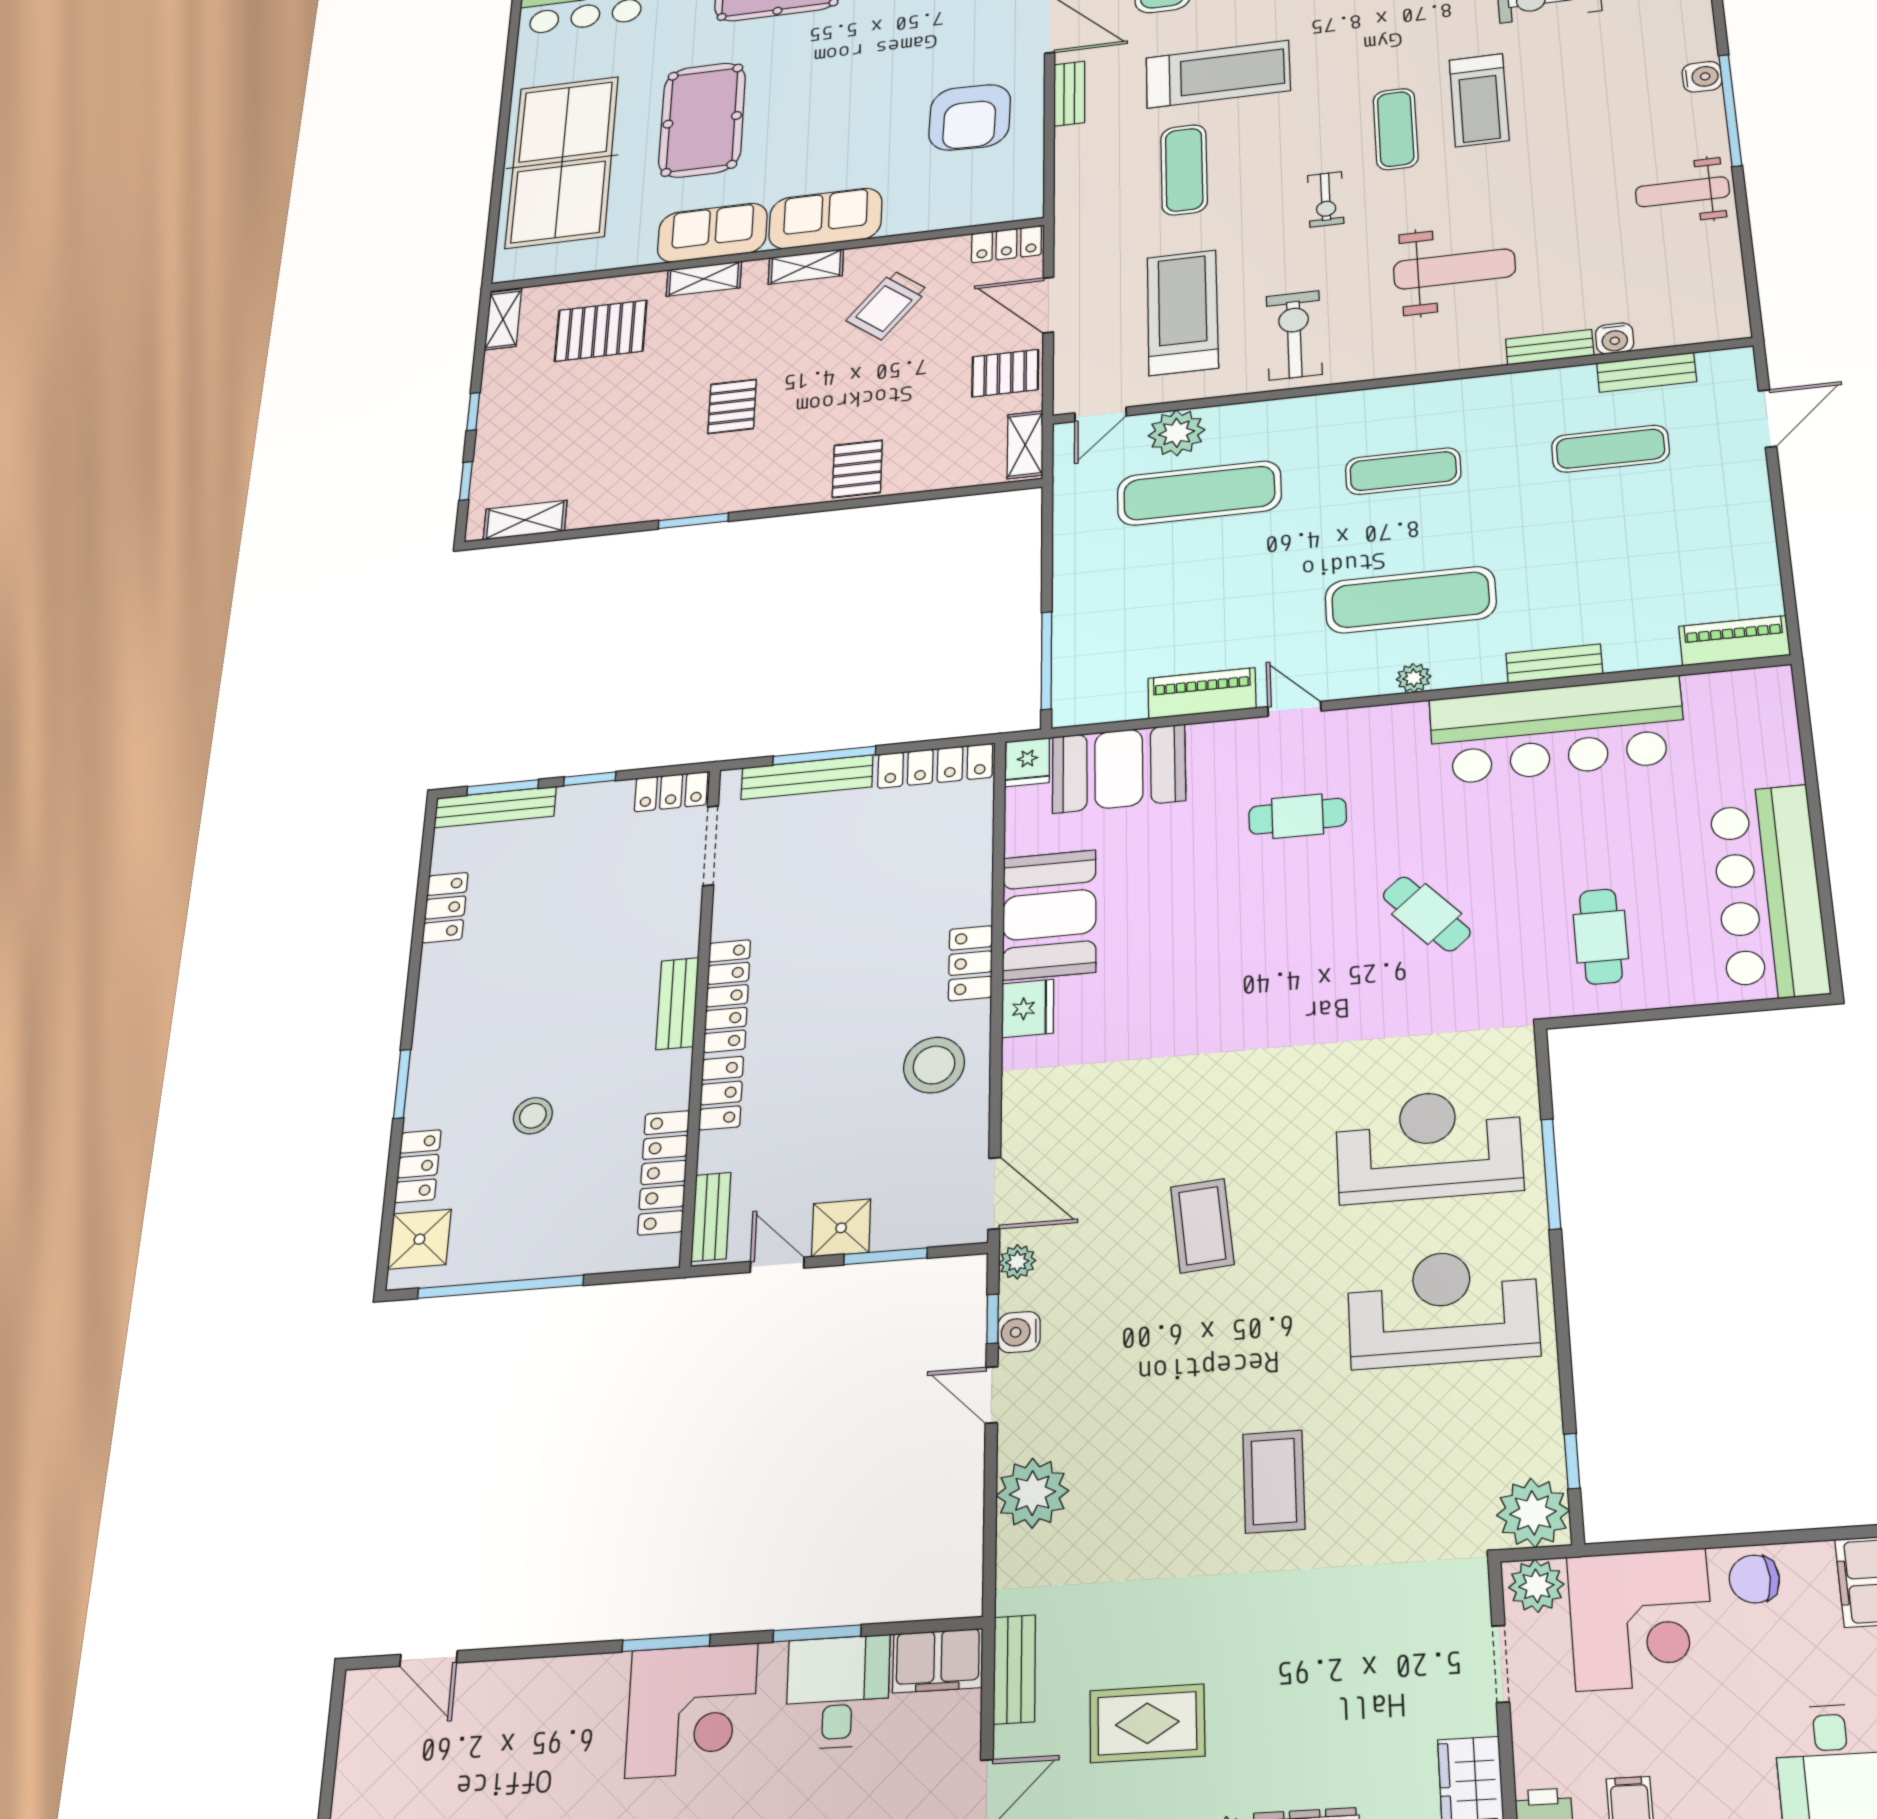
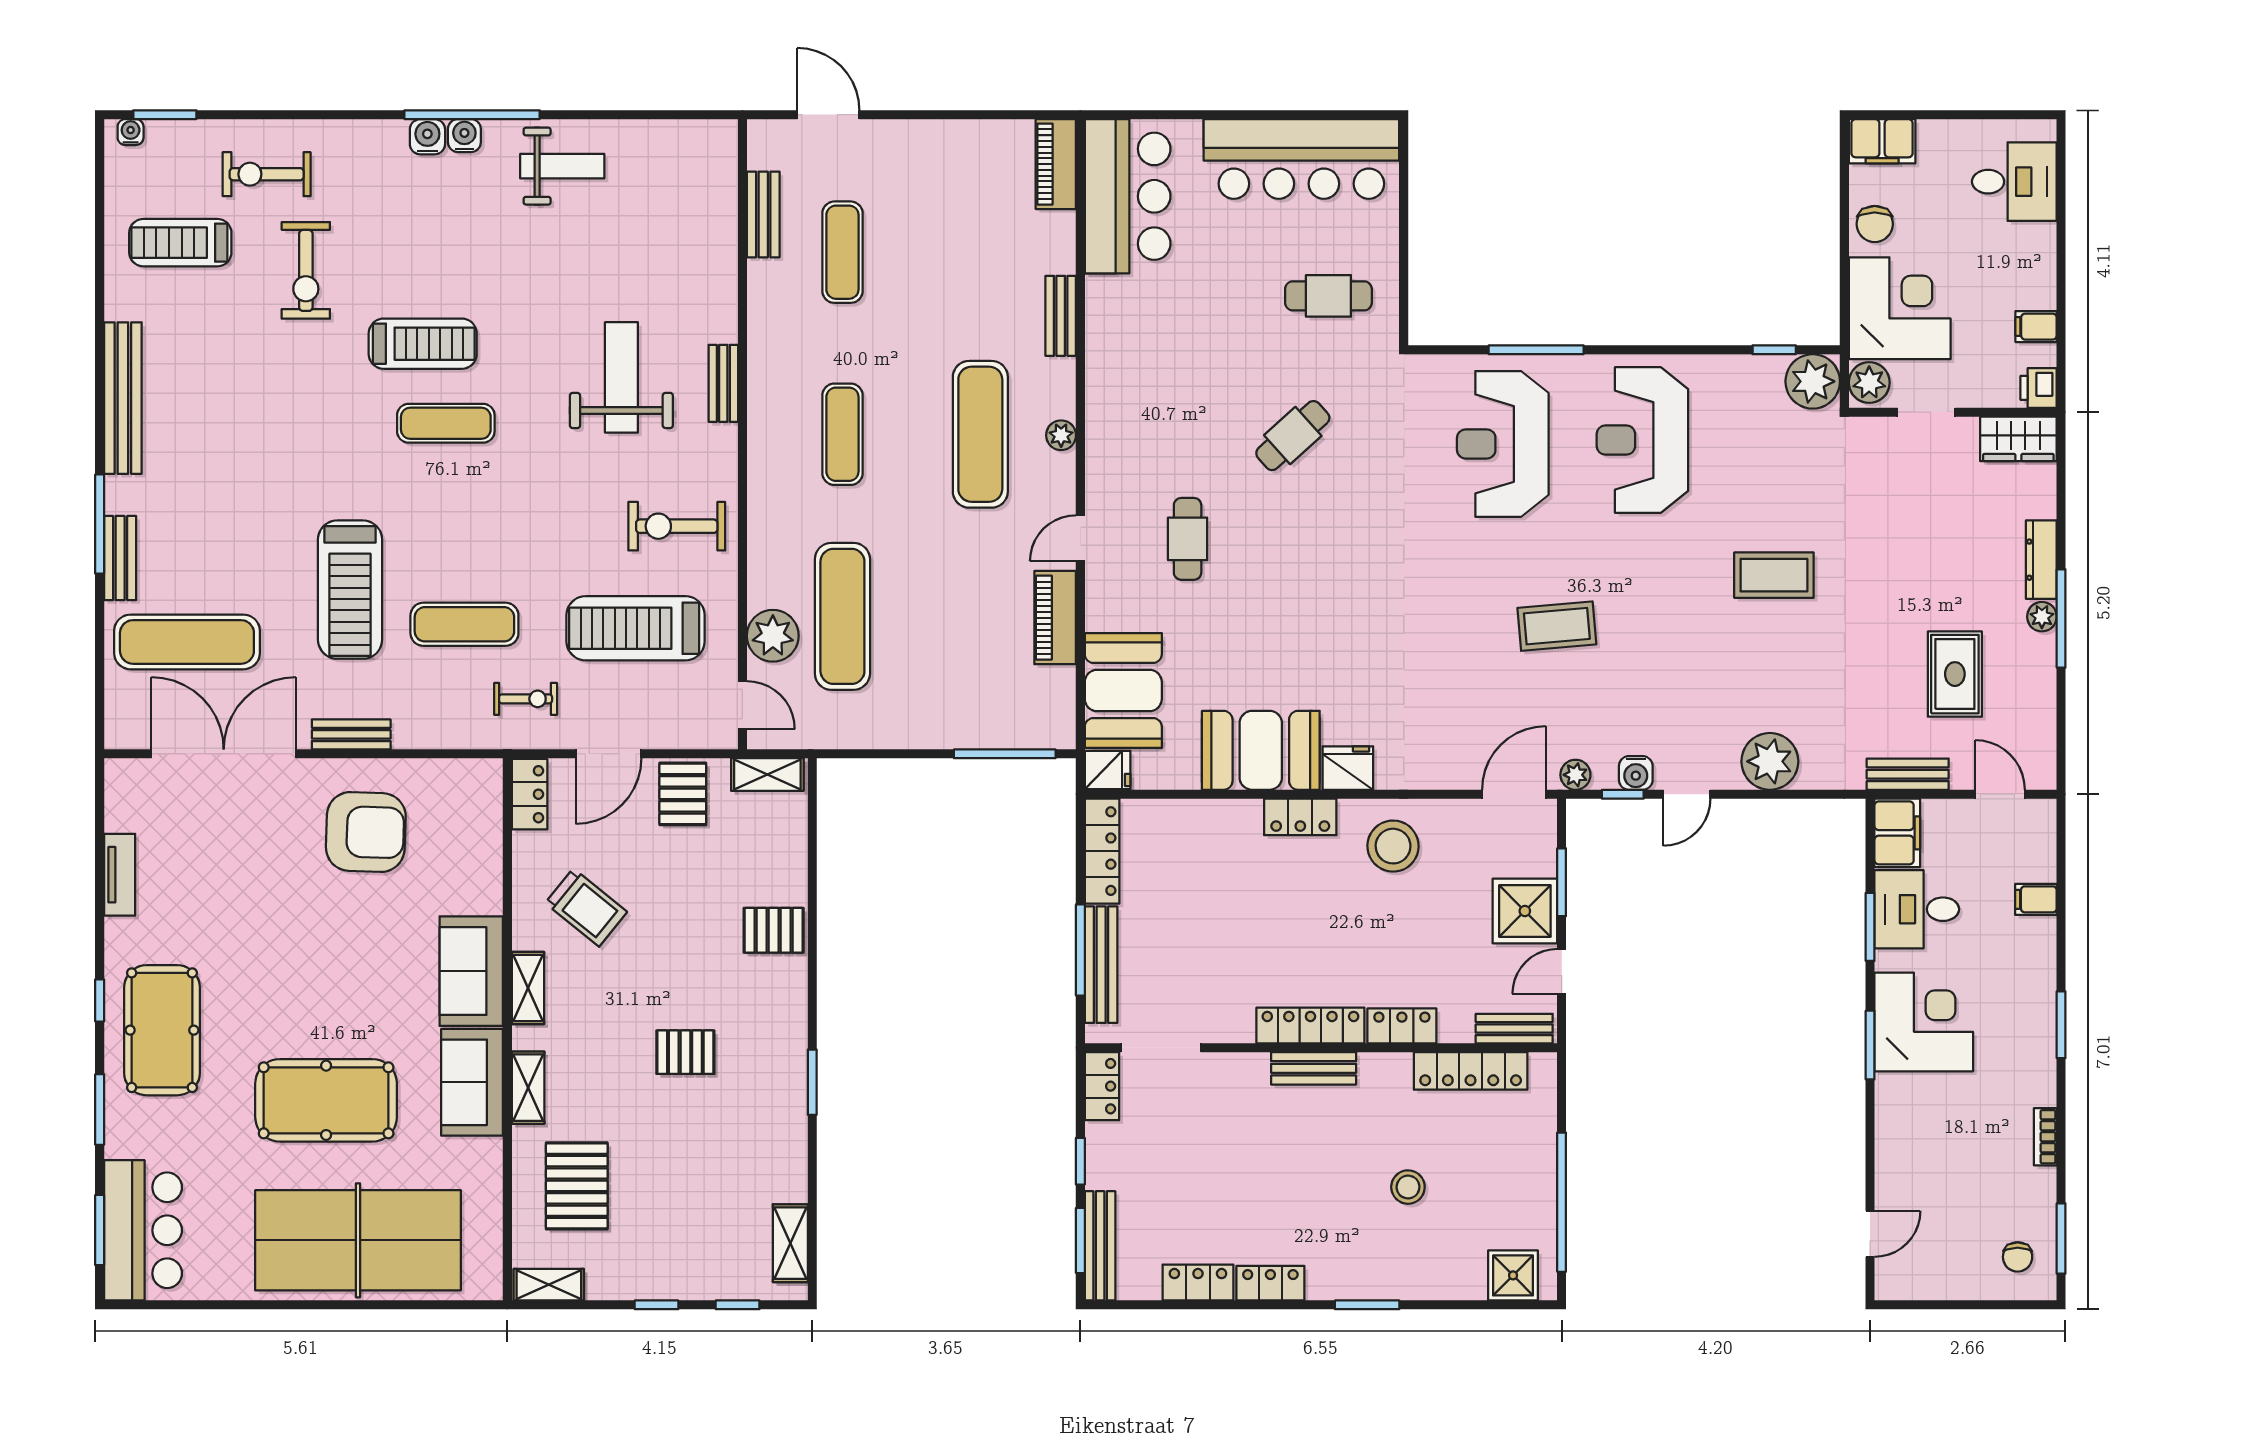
treadmill: (1218, 74) -> (350, 590), turned 180
weight bench: (1682, 192) -> (562, 166), turned -90
exercise bike: (1326, 199) -> (526, 699), moved
water cooler: (1615, 338) -> (464, 136), moved, turned -90
bench: (1550, 347) -> (723, 383), moved
bar counter: (1557, 730) -> (1128, 196), moved, width x0.73
locker: (418, 1166) -> (1270, 1283), moved
shower: (841, 1228) -> (1525, 911), width x1.36, depth x1.36

